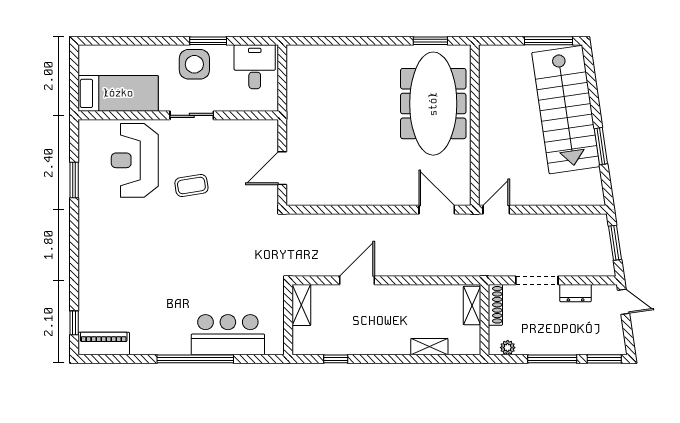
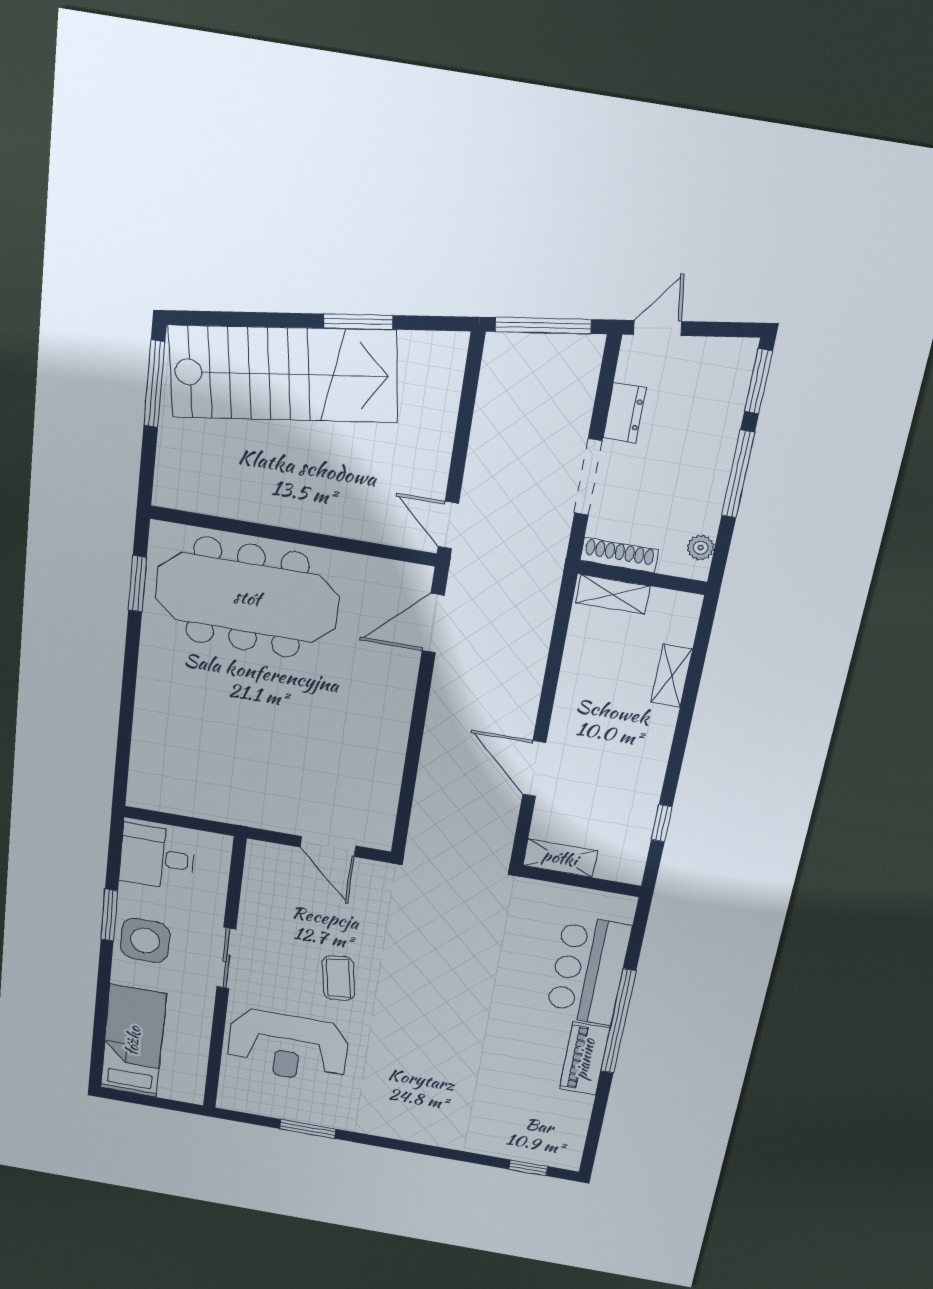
bed: (118, 93) -> (133, 1041), moved
window: (615, 243) -> (543, 326), width x1.44
piano: (104, 343) -> (585, 1059), moved

